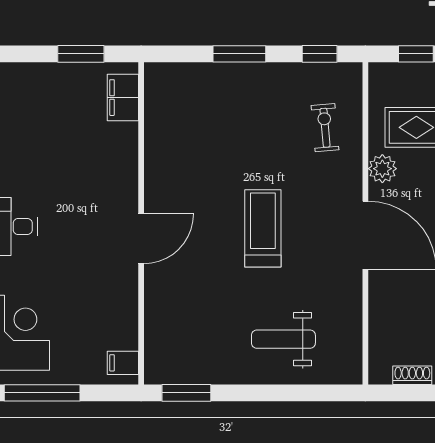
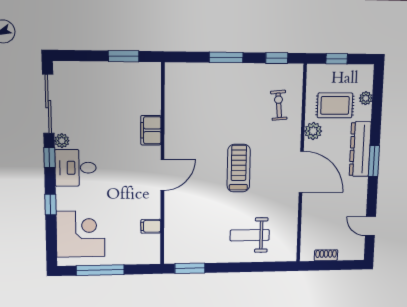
filing cabinet: (123, 98) -> (151, 130), moved
filing cabinet: (123, 363) -> (151, 226), moved

